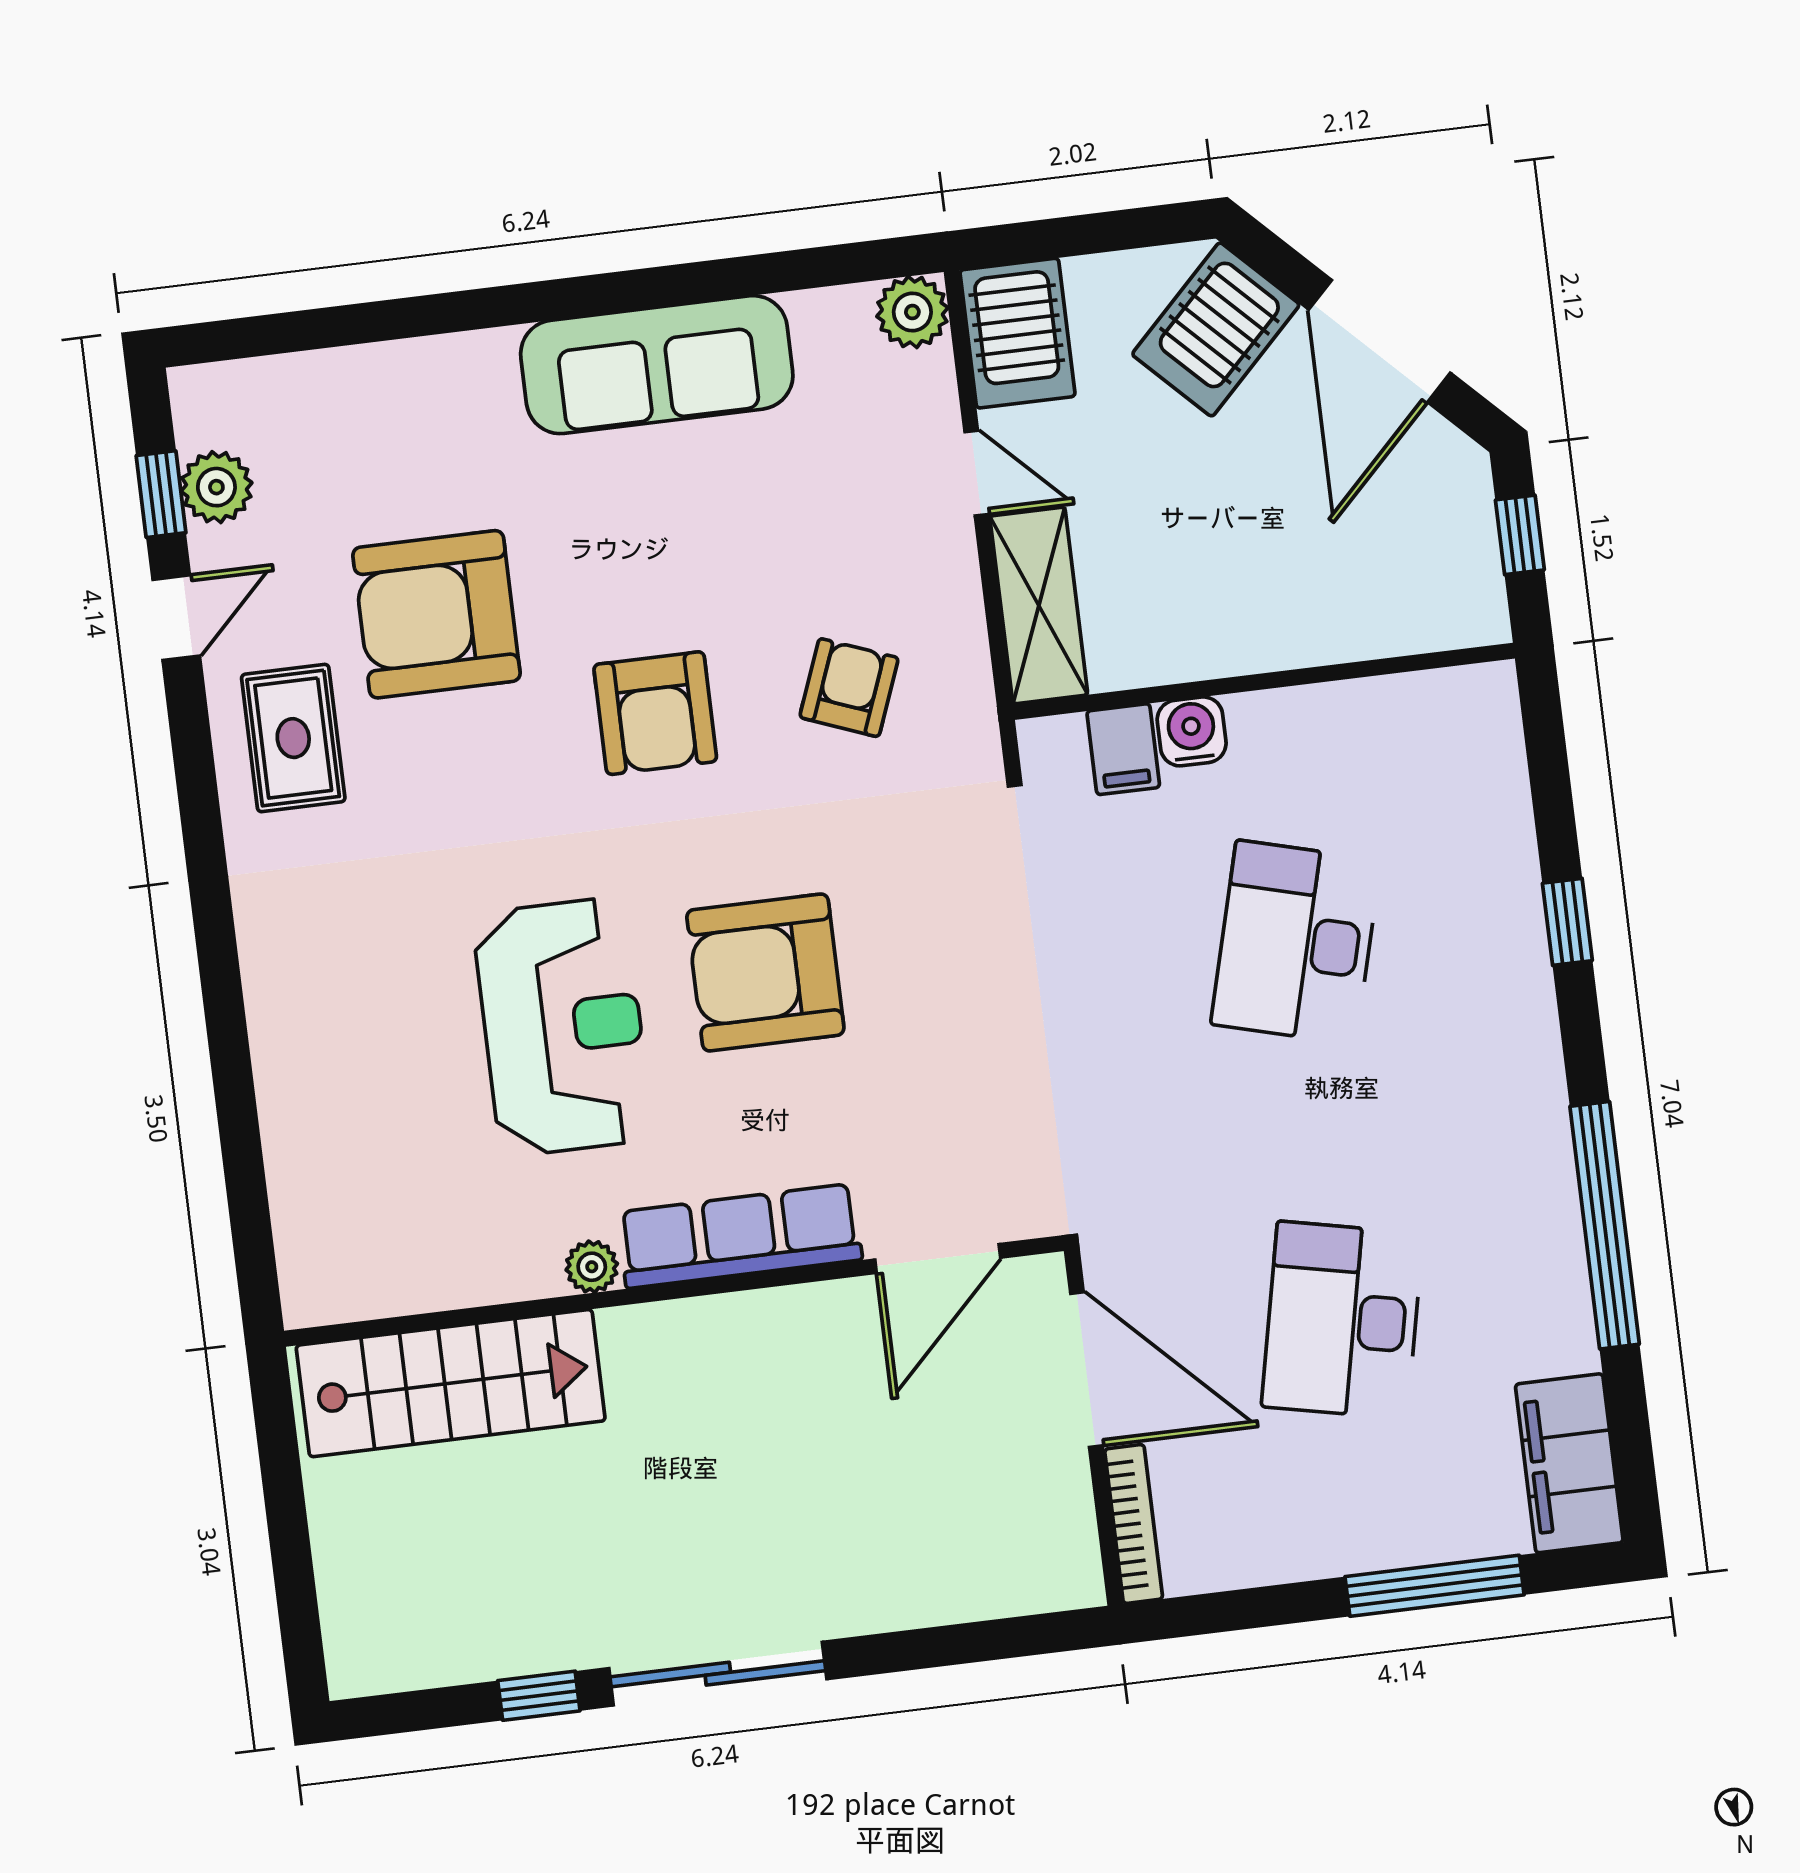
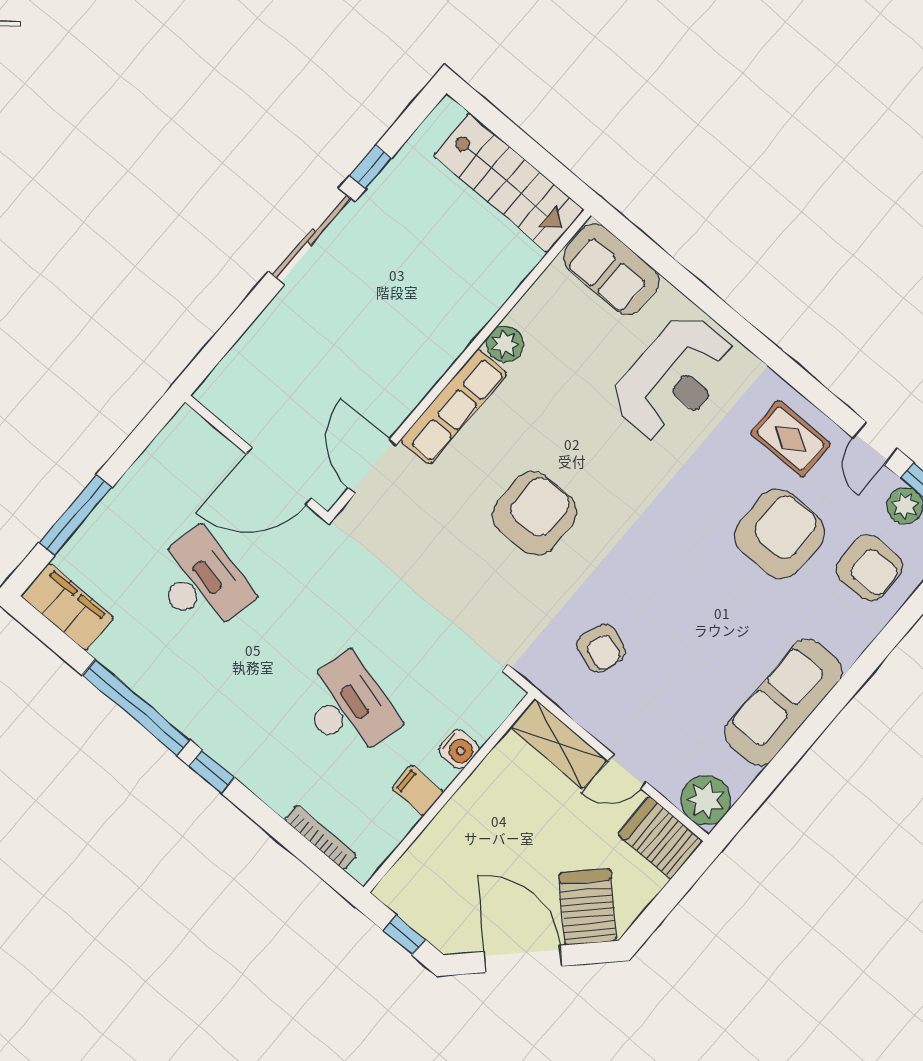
plant: (912, 312) -> (706, 800), width x1.36, depth x1.36
armchair: (655, 713) -> (869, 568), moved, turned 180
filing cabinet: (1123, 749) -> (418, 791), moved
window: (1567, 922) -> (212, 772), moved
reception desk: (563, 1027) -> (673, 378), moved, turned -90
sofa: (326, 1224) -> (611, 269), added
plant: (592, 1267) -> (505, 344), width x1.38, depth x1.38
stairs: (451, 1383) -> (509, 183), moved, turned -90
bookcase: (1134, 1524) -> (321, 837), moved, turned 180

